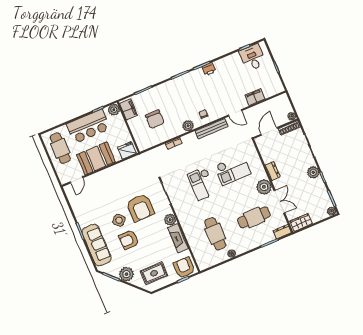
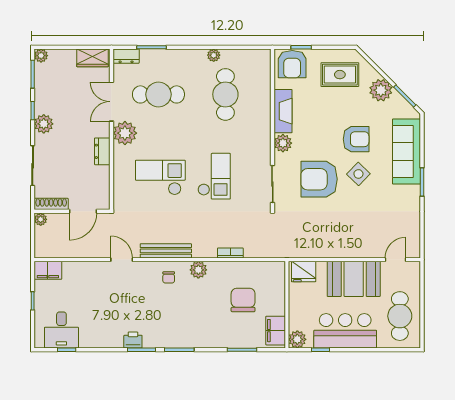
filing cabinet: (255, 97) -> (48, 270), moved
armchair: (140, 208) -> (319, 179), turned -90

